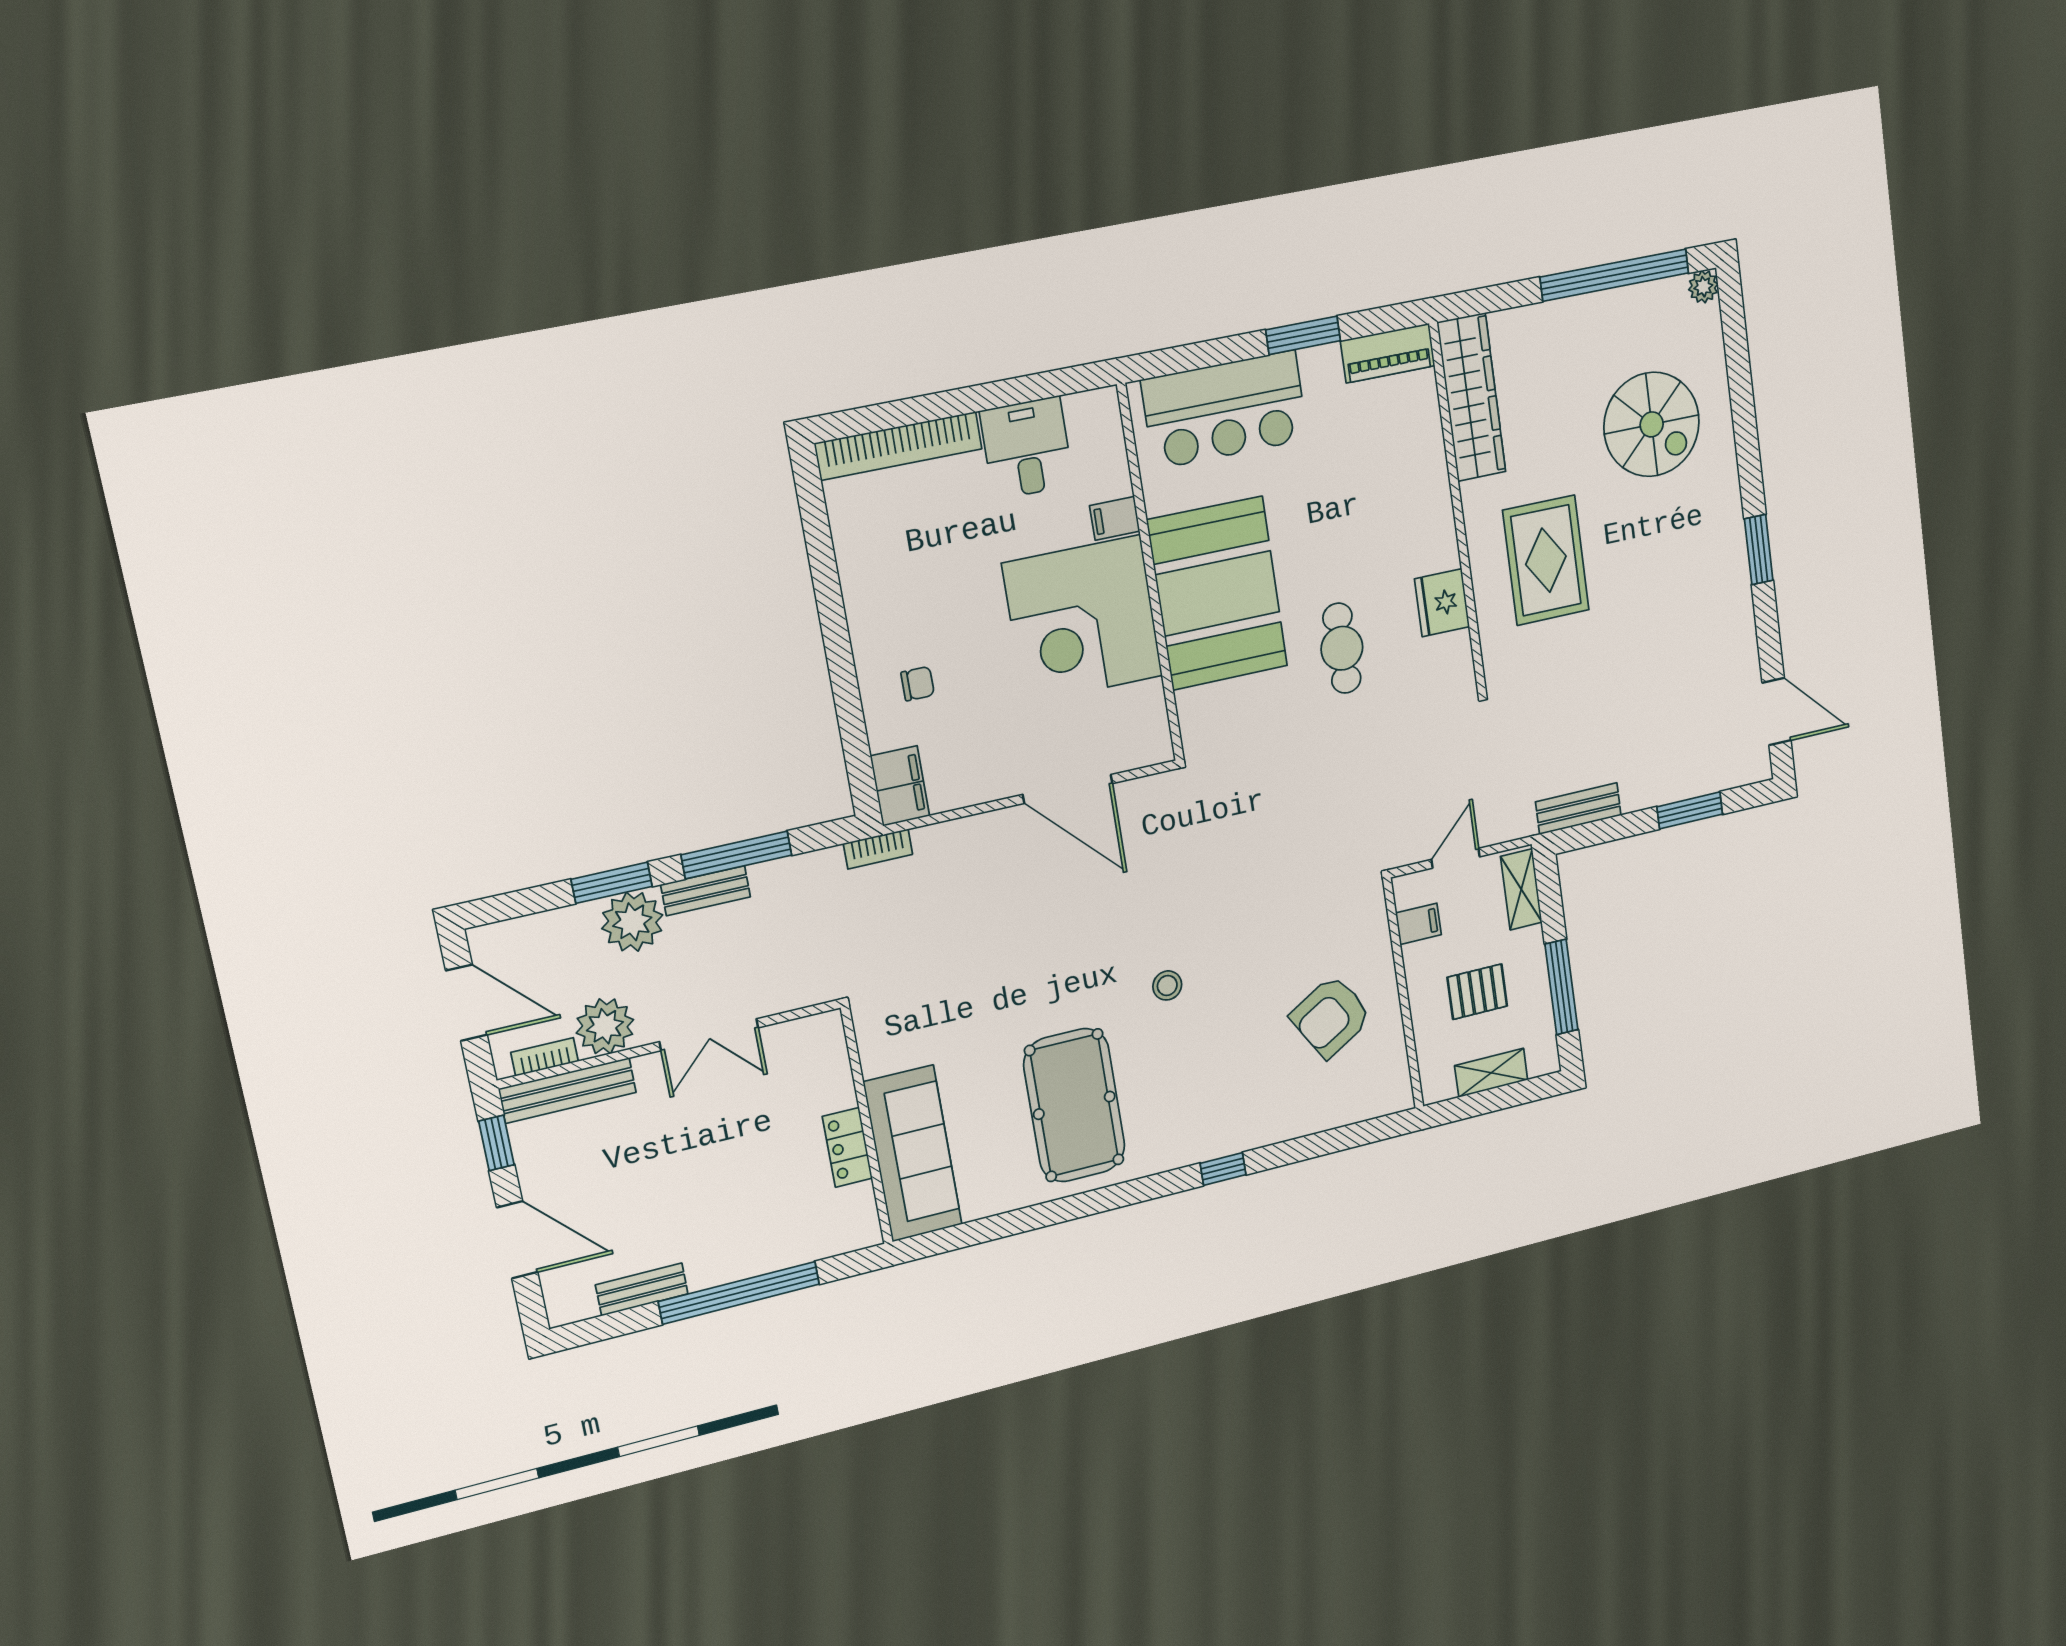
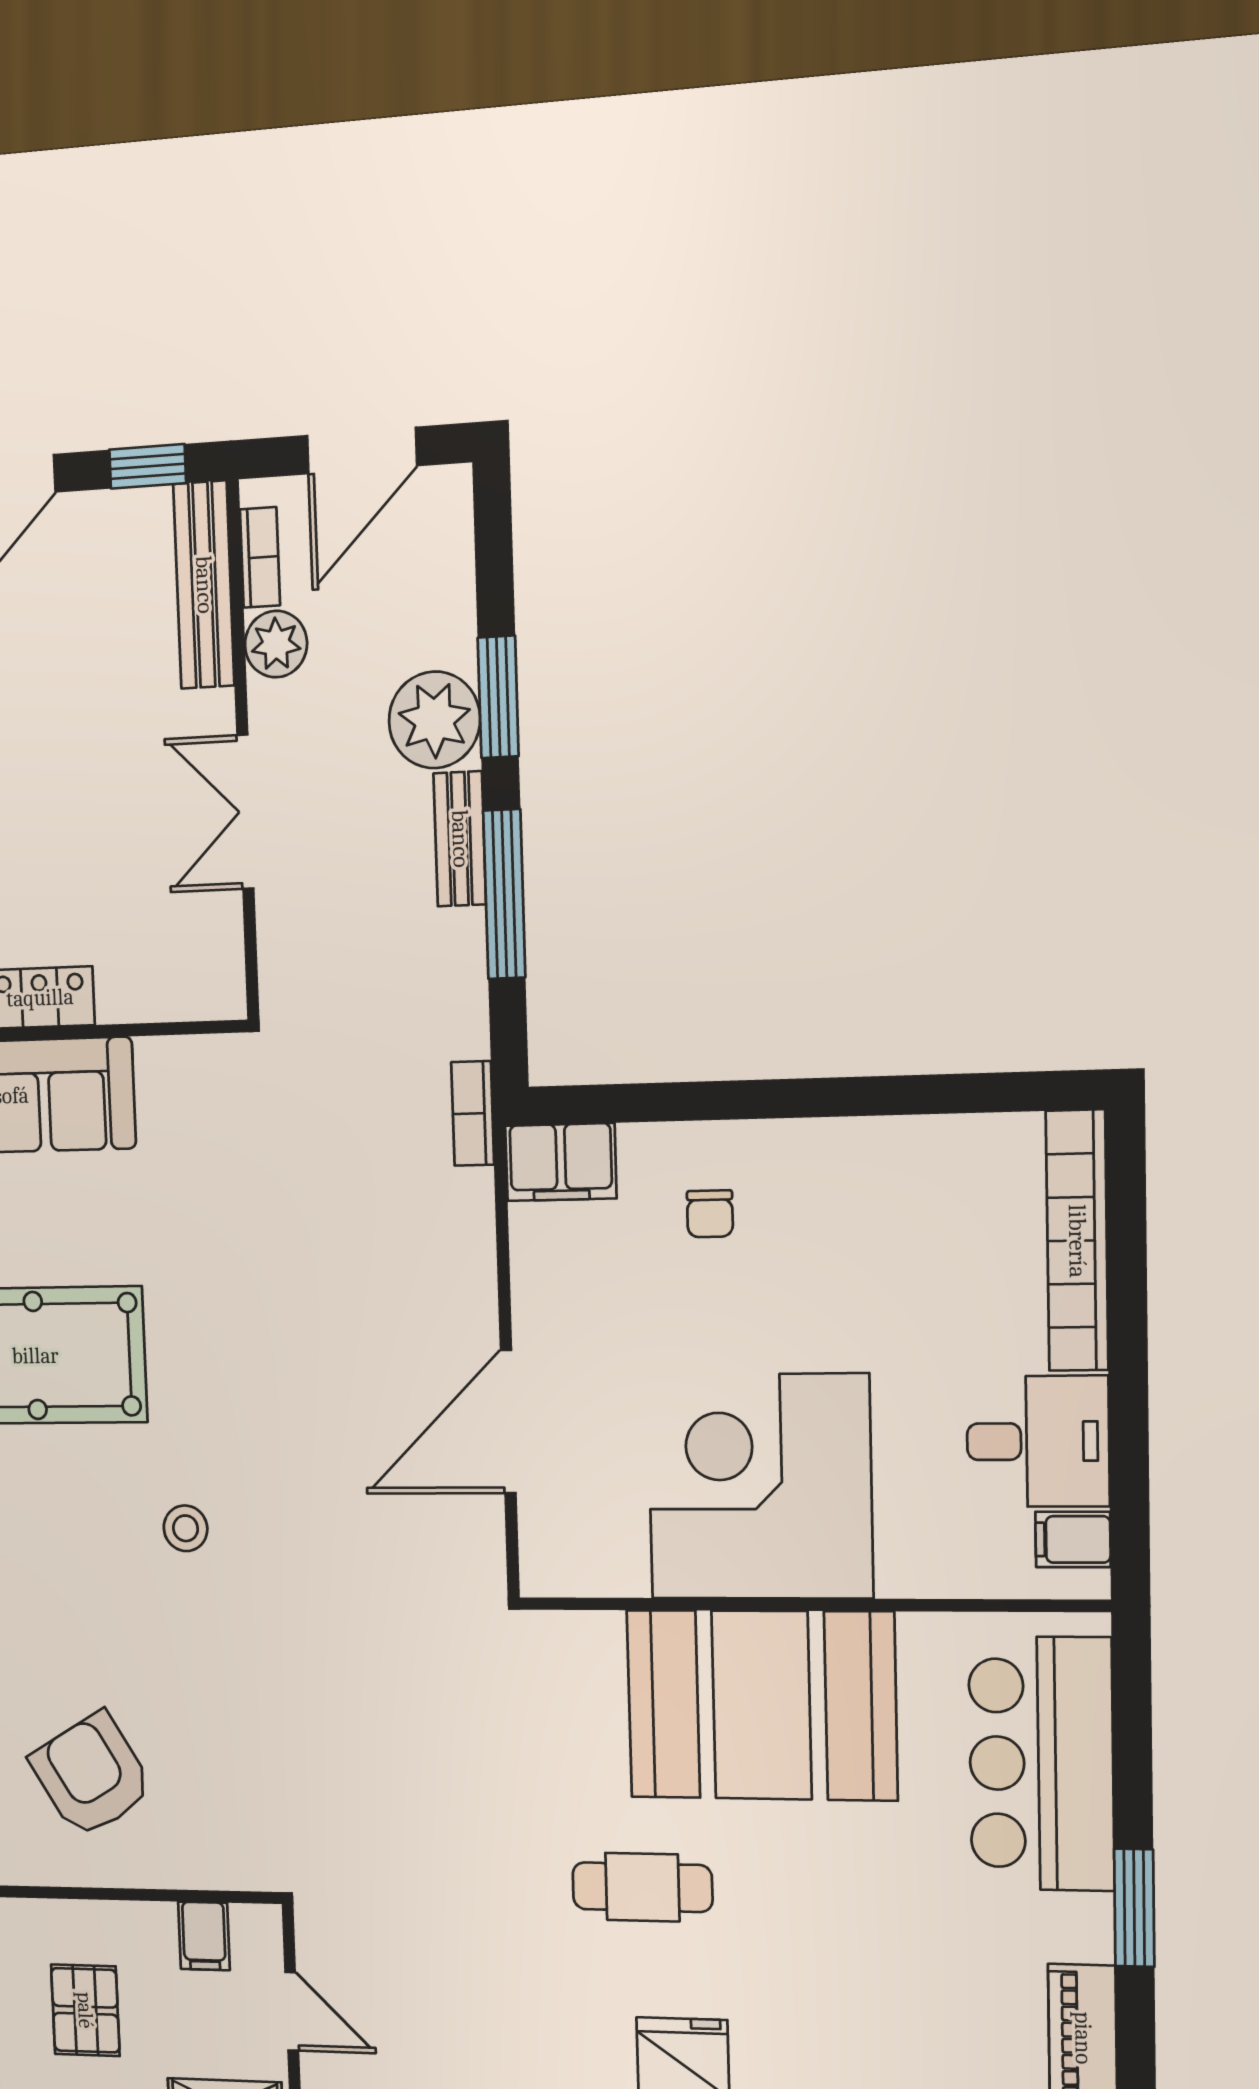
filing cabinet: (1115, 518) -> (1073, 1539), moved, turned -90
plant: (605, 1026) -> (276, 644), width x0.73, depth x0.73

